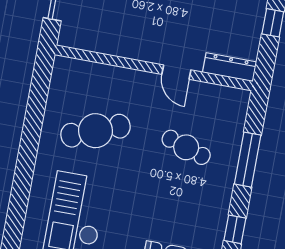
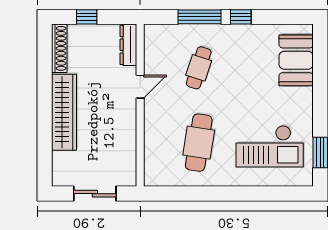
cafe table: (95, 131) -> (199, 143), turned 30
window: (235, 229) -> (241, 17), moved

